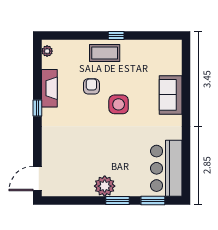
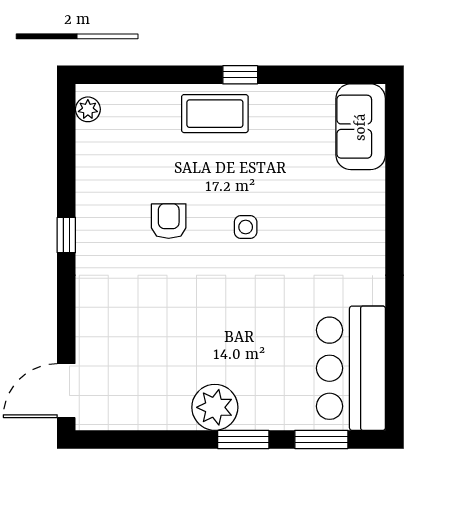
armchair: (91, 86) -> (169, 221), moved
fireplace: (49, 88) -> (93, 191), removed
sofa: (171, 95) -> (361, 127), moved
side table: (119, 104) -> (246, 227), width x0.54, depth x0.54

